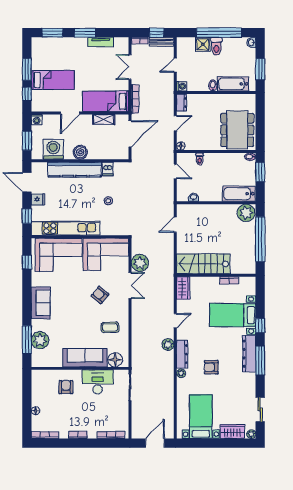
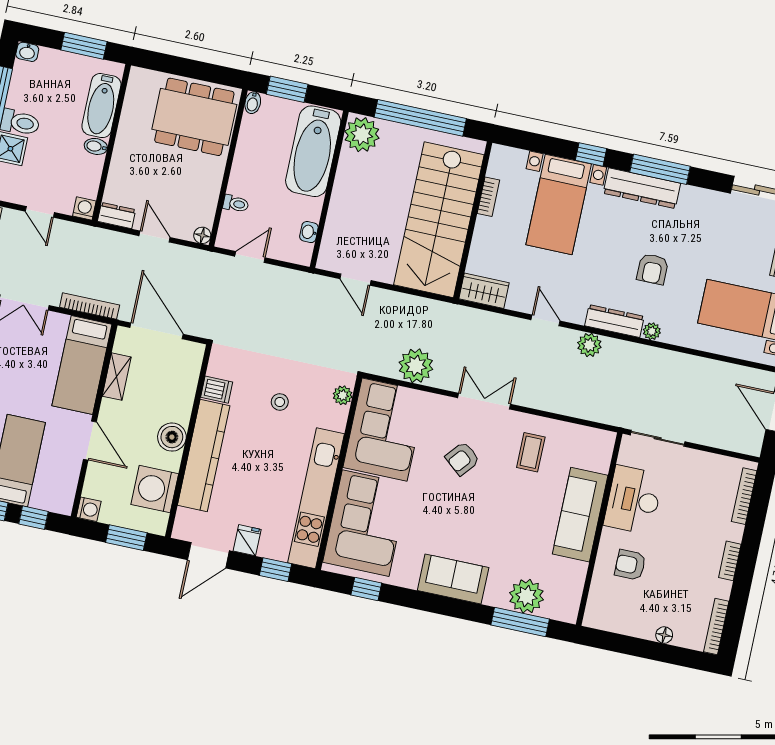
bathtub: (239, 194) -> (313, 151), width x1.36, depth x1.36
plant: (118, 230) -> (343, 395), added
stairs: (203, 264) -> (439, 220), width x1.36, depth x1.51
double door: (130, 285) -> (484, 401), moved
floor lamp: (115, 360) -> (597, 456), removed

